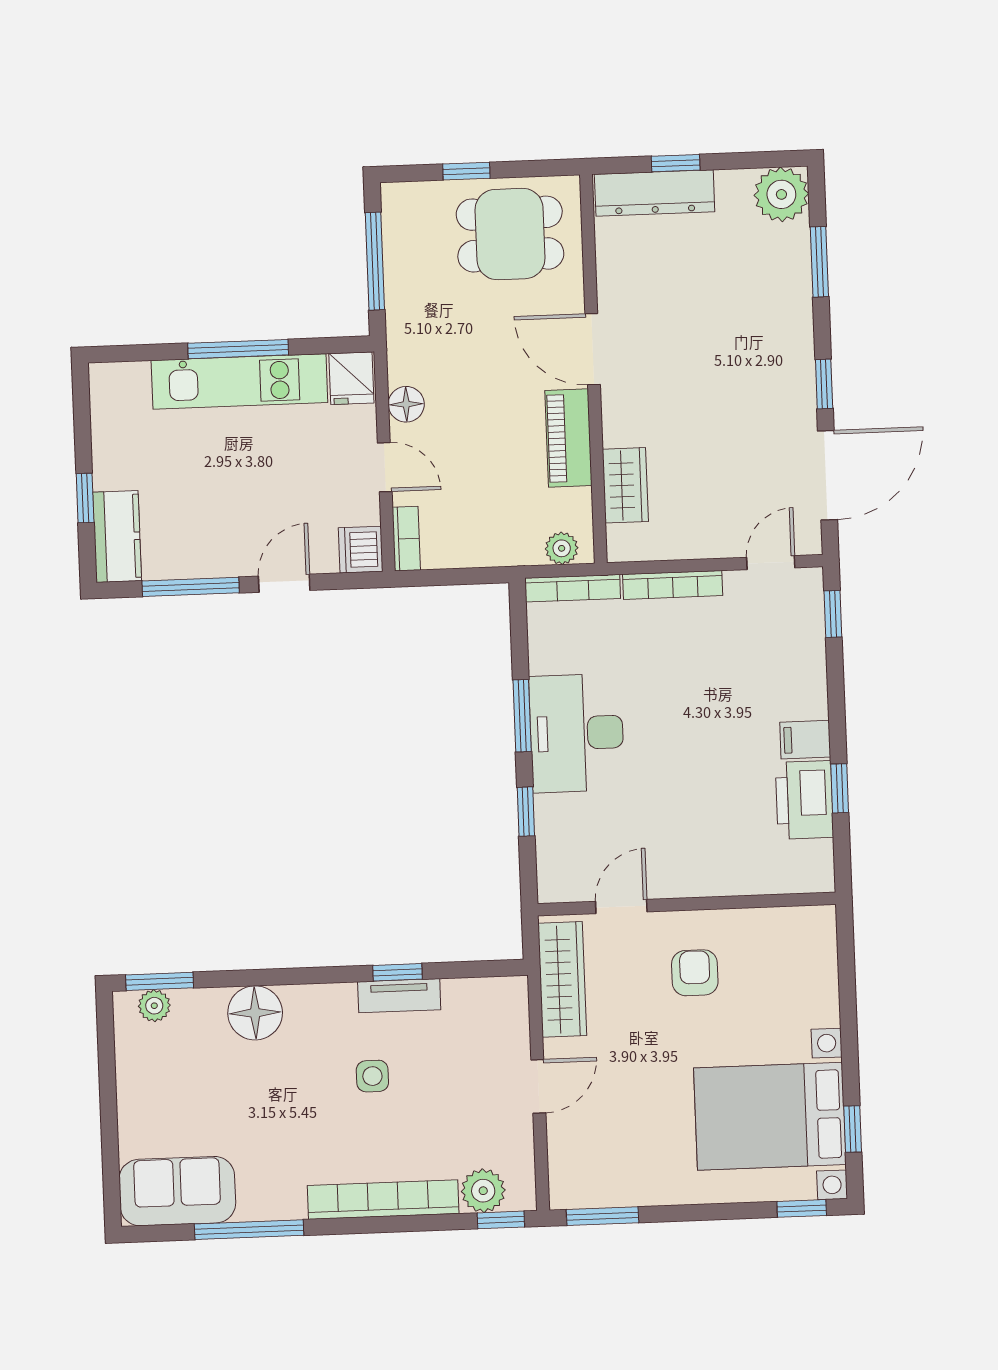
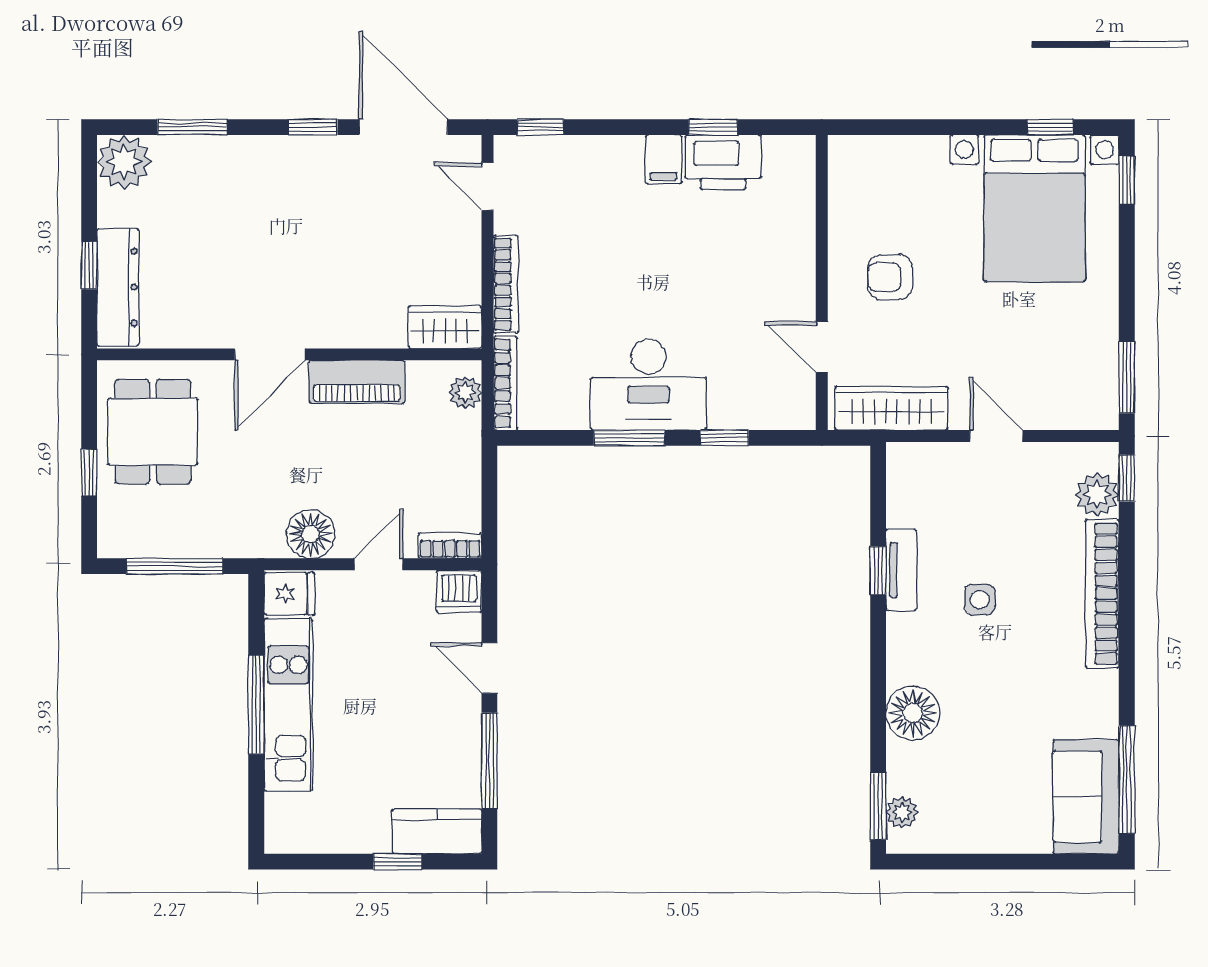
floor lamp: (406, 404) -> (311, 534), width x1.38, depth x1.38
wardrobe: (625, 485) -> (445, 327), moved
window: (249, 1230) -> (1127, 780), moved

